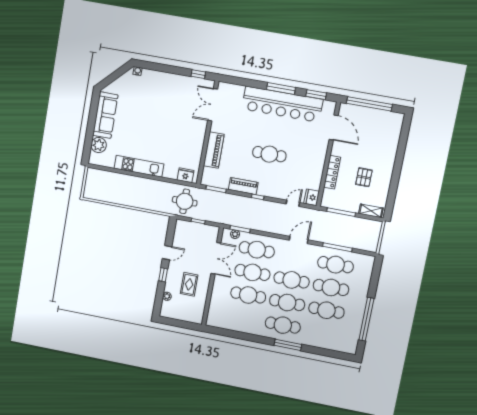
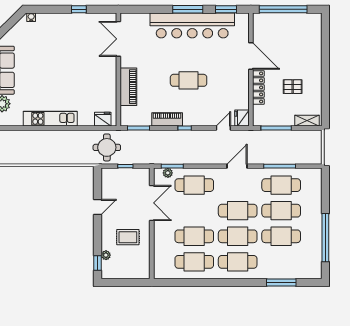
window: (198, 74) -> (79, 9), moved
door: (334, 127) -> (251, 56), moved
pallet: (364, 177) -> (293, 87), turned 90
cafe table: (252, 272) -> (194, 262), moved
window: (163, 275) -> (97, 263), moved
rug: (189, 284) -> (128, 237), turned 90
window: (288, 345) -> (281, 283), moved

